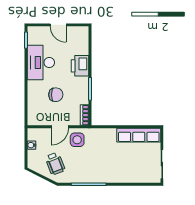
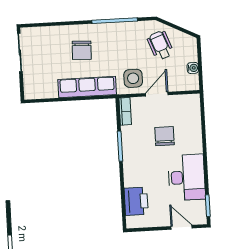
door: (58, 25) -> (181, 227), moved
printer: (80, 66) -> (136, 201), moved
chair: (56, 95) -> (165, 136), turned 90
row of seats: (139, 135) -> (87, 87), moved
chair: (115, 163) -> (82, 50), added

